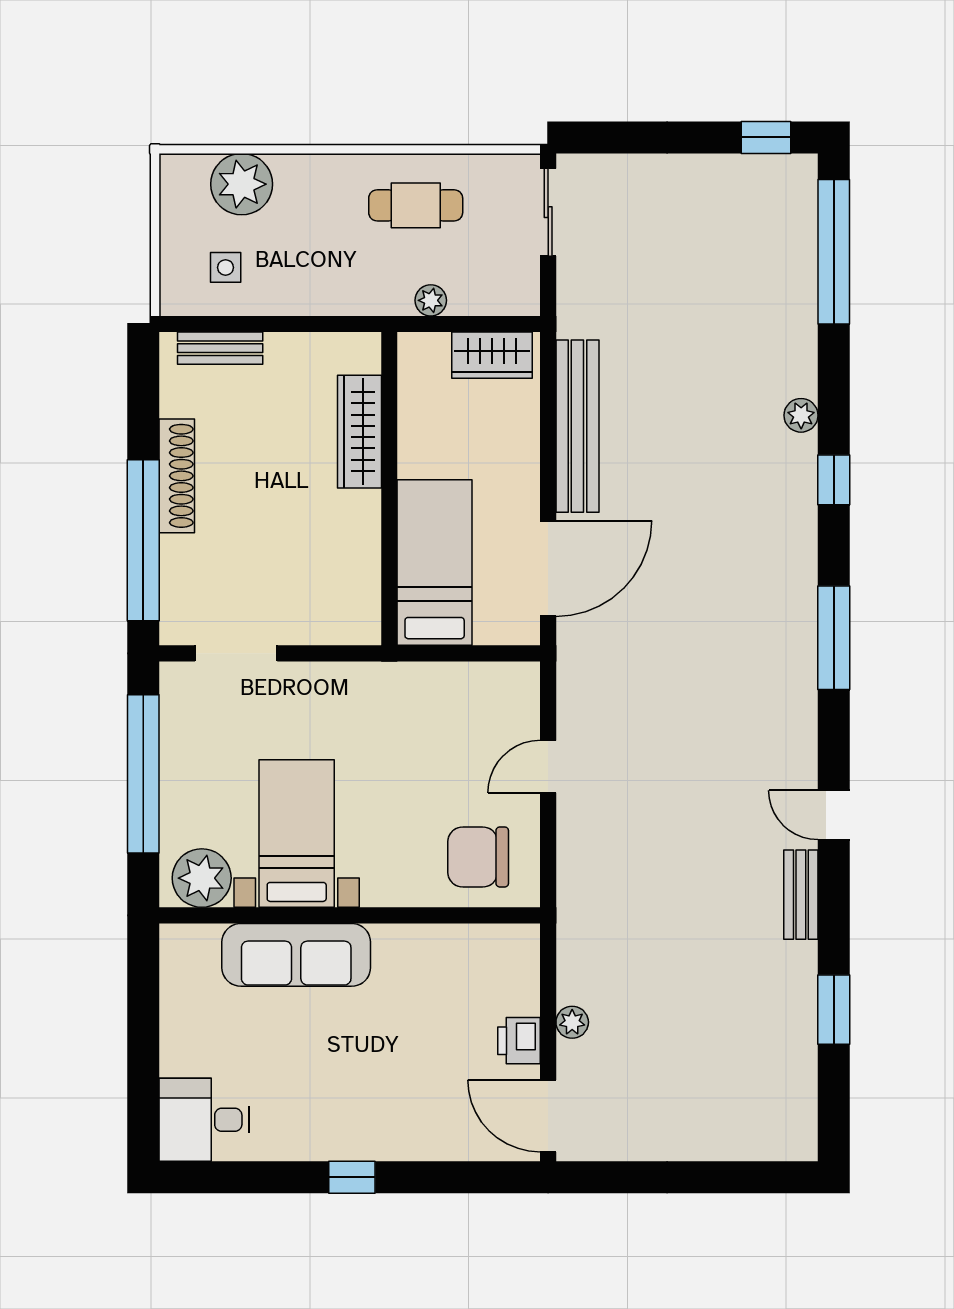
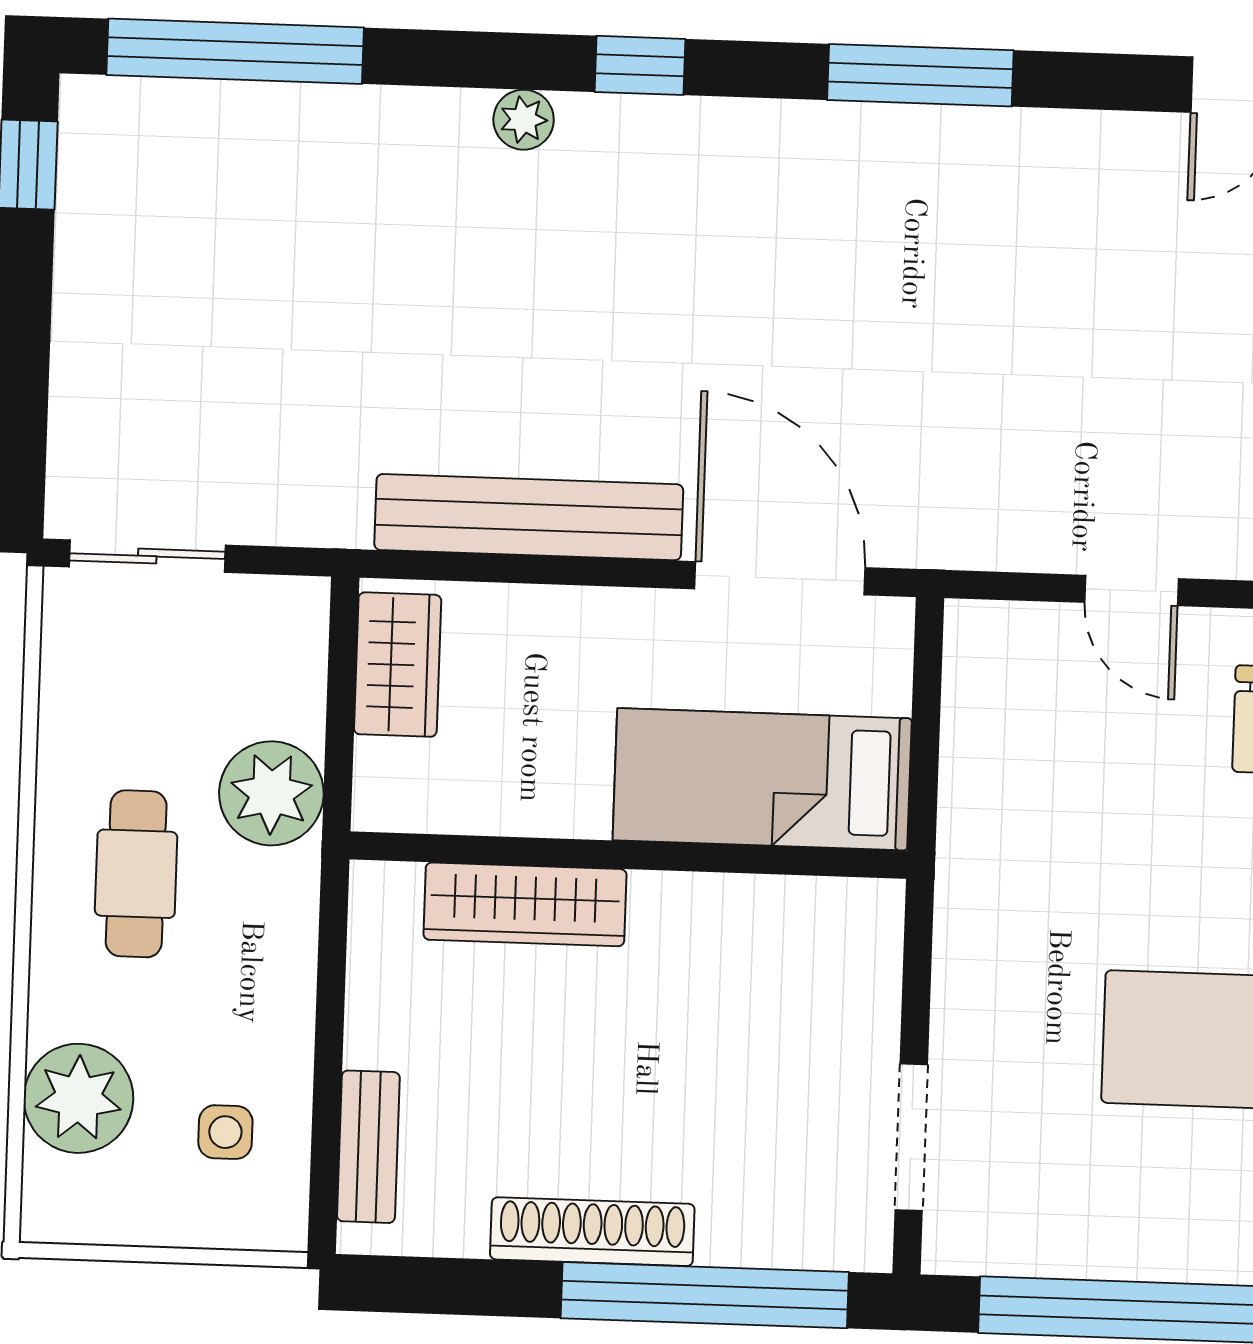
cafe table: (416, 205) -> (136, 874), moved
plant: (431, 300) -> (271, 793), width x1.88, depth x1.88

